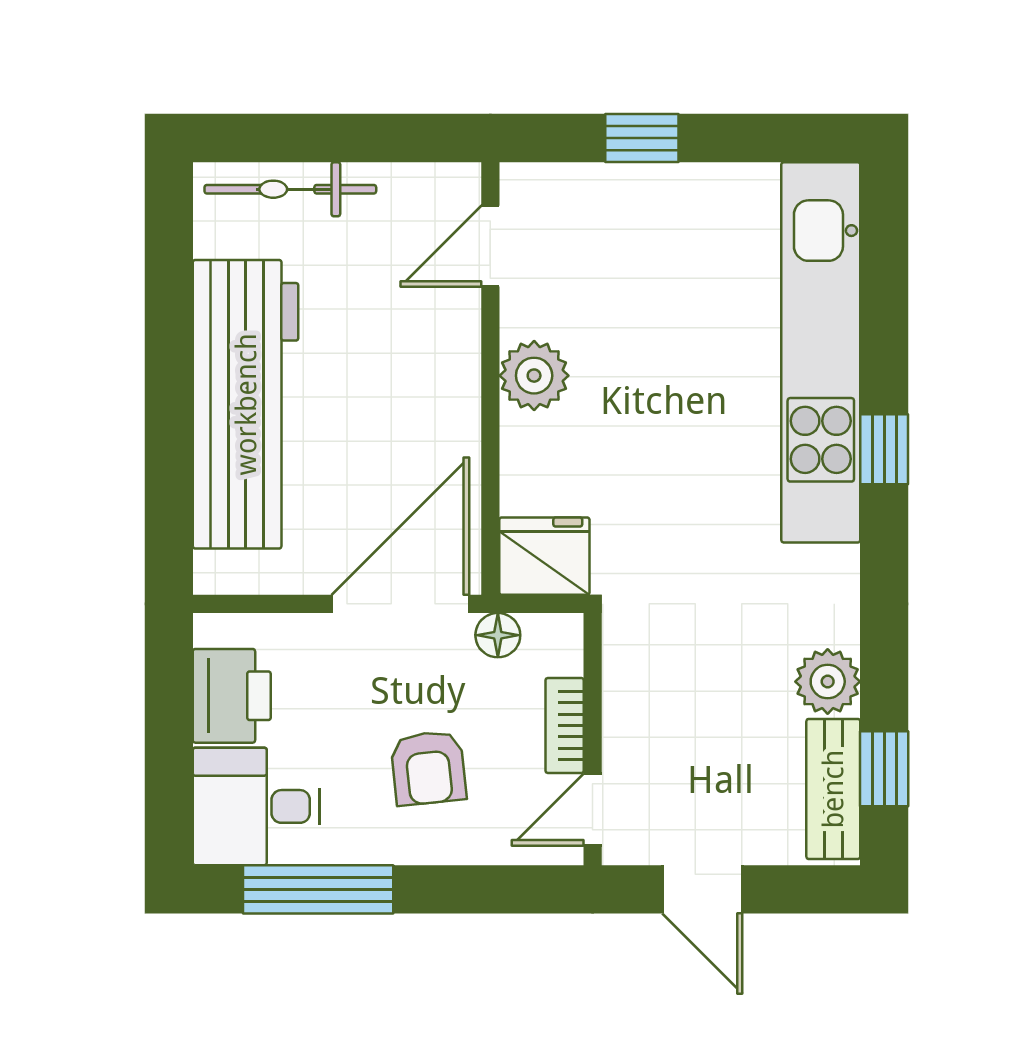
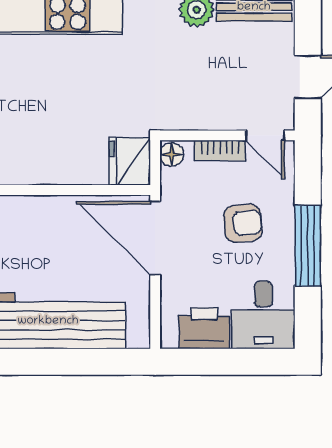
plant: (534, 376) -> (33, 167), removed
floor lamp: (498, 635) -> (172, 154), moved
window: (318, 889) -> (308, 246), moved

